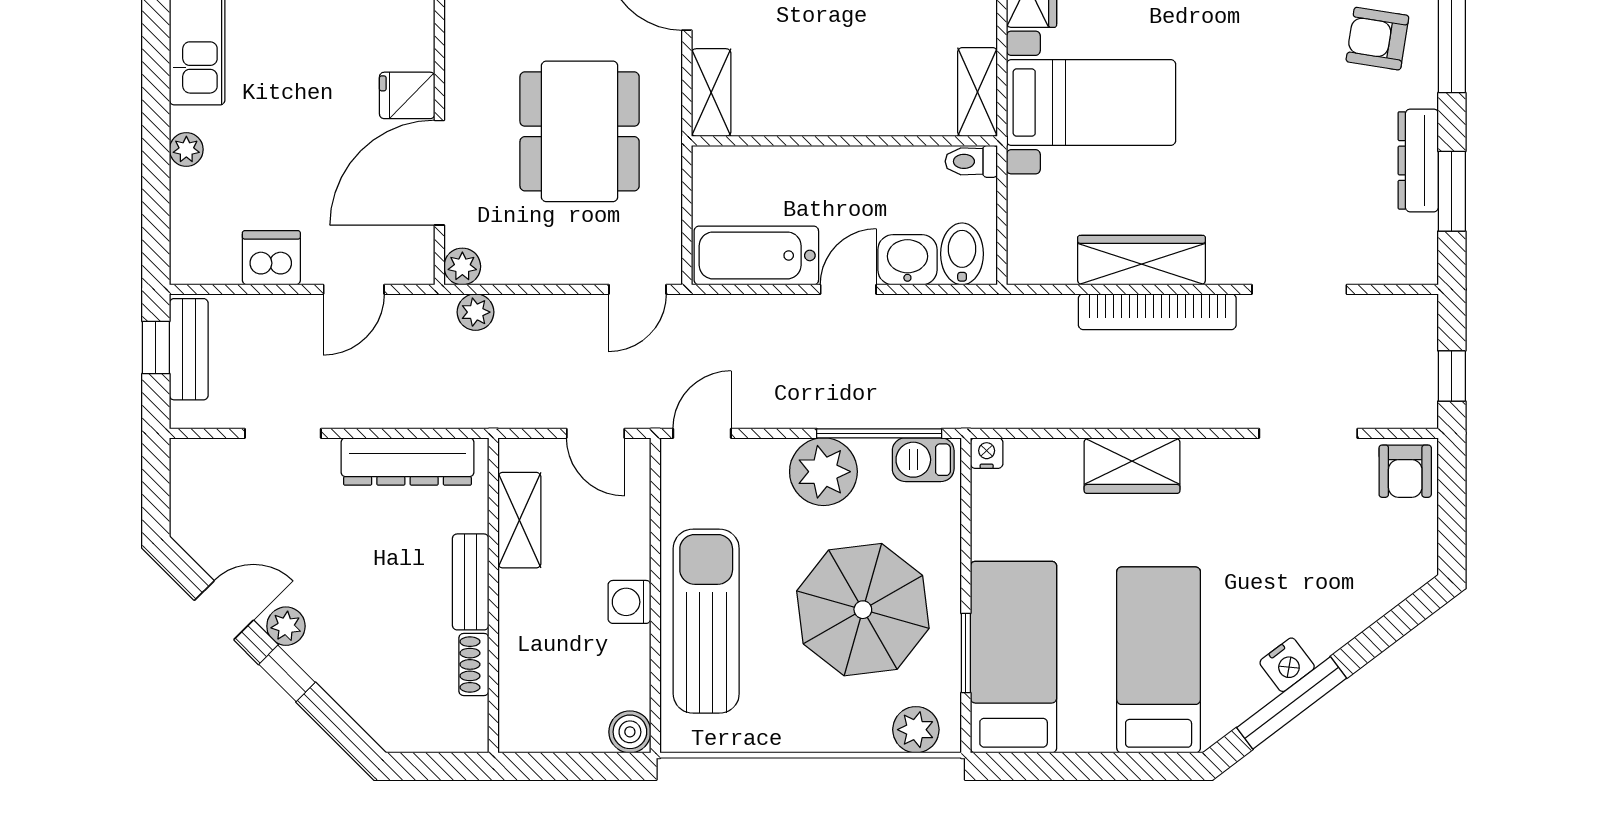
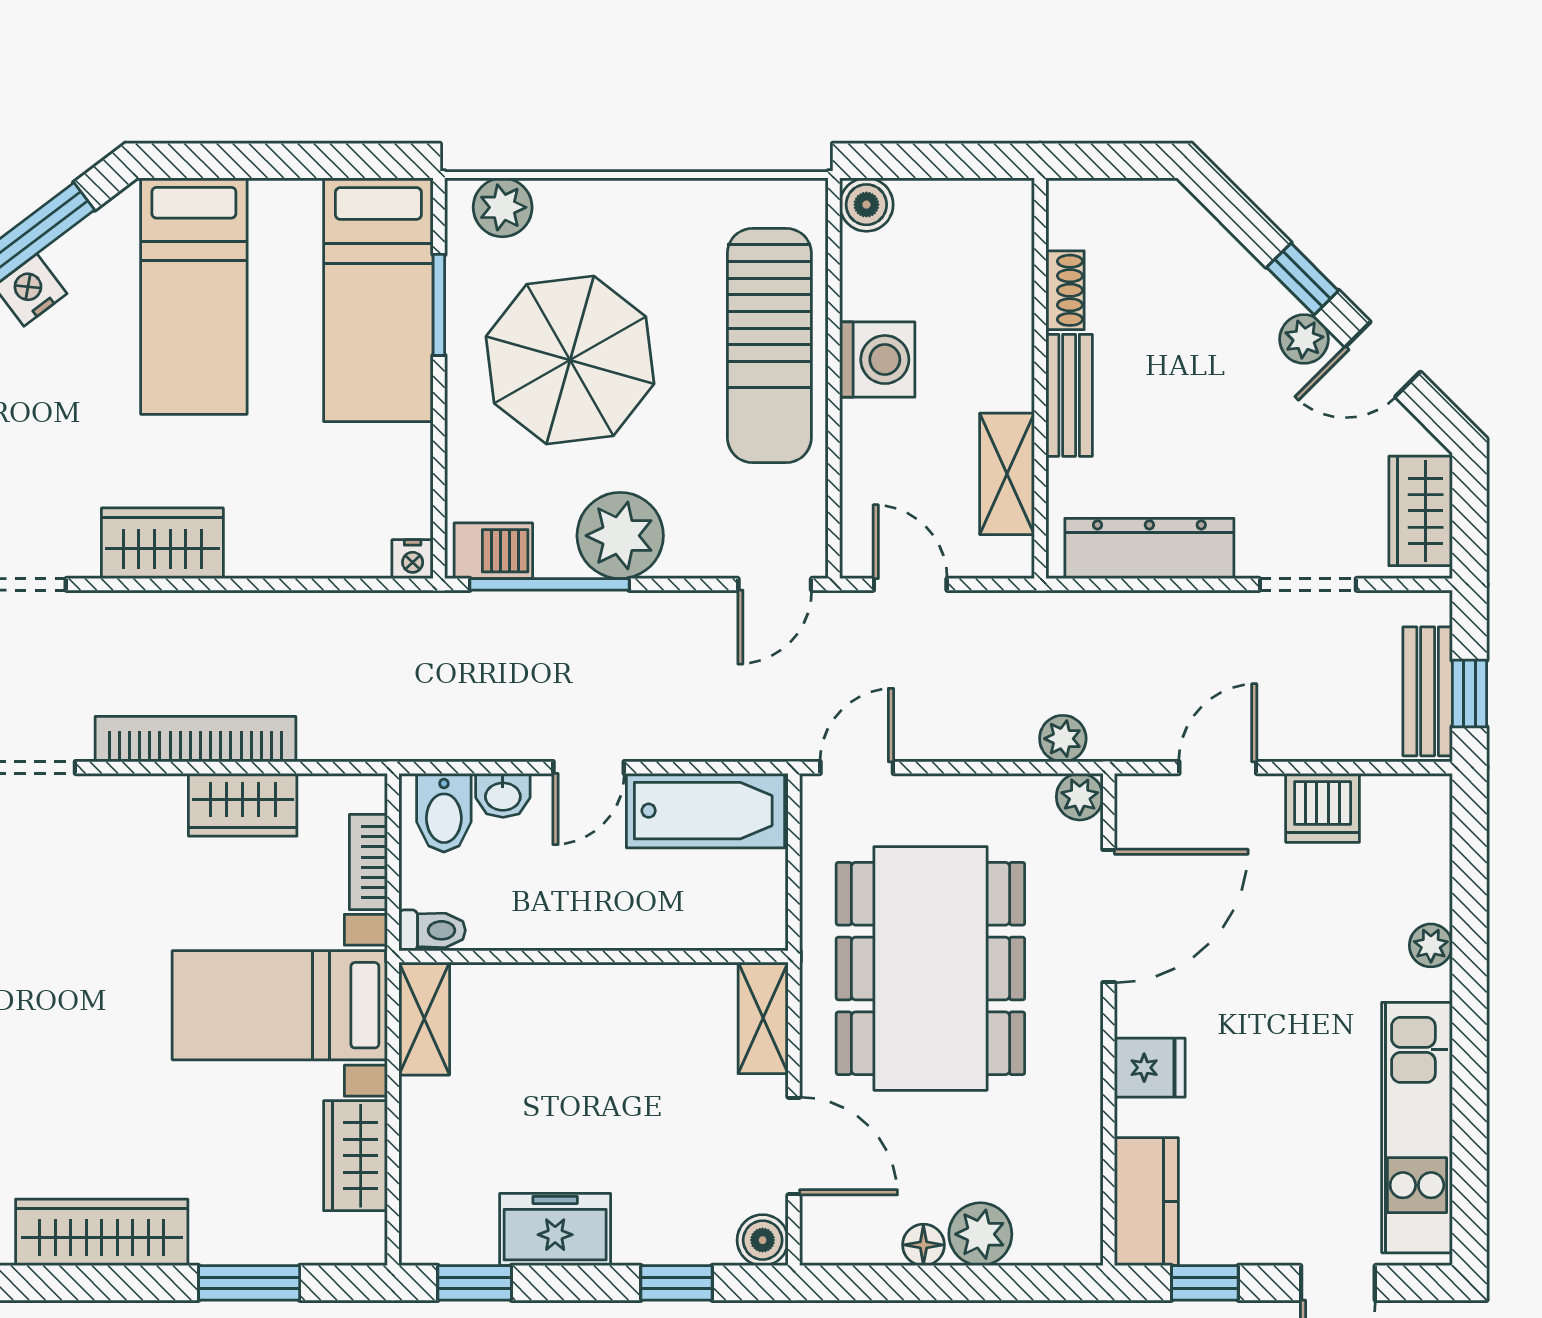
fridge: (407, 95) -> (1150, 1068), moved
dining table: (580, 131) -> (930, 968), width x1.36, depth x1.24
bookcase: (1021, 215) -> (368, 862), added
washbasin: (907, 260) -> (503, 795), width x0.72, depth x0.69
wardrobe: (1142, 260) -> (243, 805), width x0.67
wardrobe: (1132, 466) -> (162, 543), moved
wardrobe: (194, 491) -> (1421, 511), added
washing machine: (629, 602) -> (877, 360), width x1.38, depth x1.38

